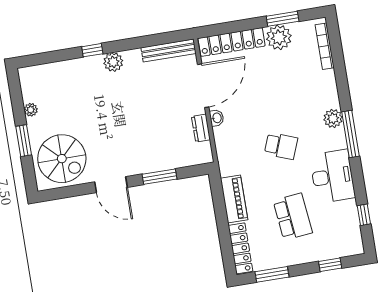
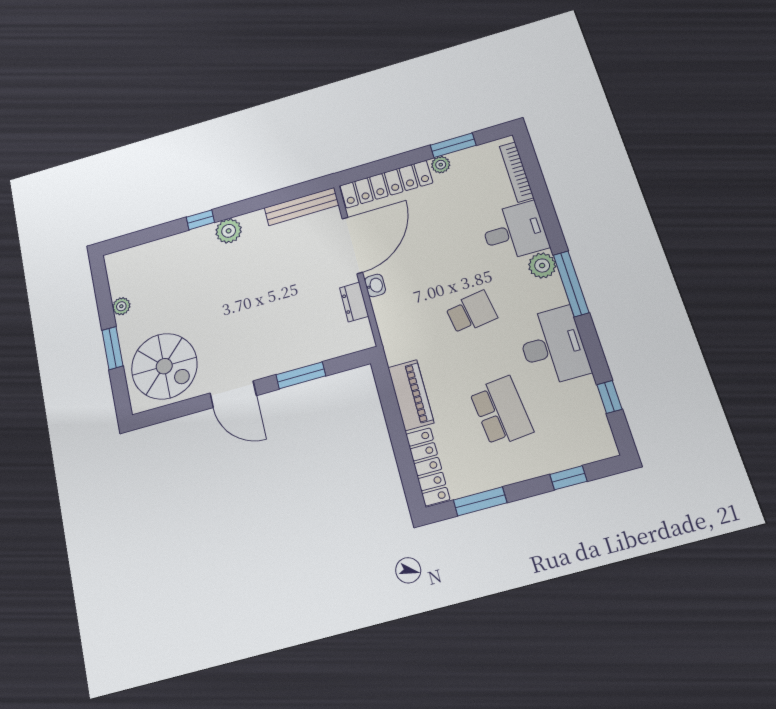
plant: (279, 37) -> (441, 165), width x0.53, depth x0.53
desk: (317, 91) -> (514, 231), added
school desk: (281, 146) -> (471, 312), turned -30

